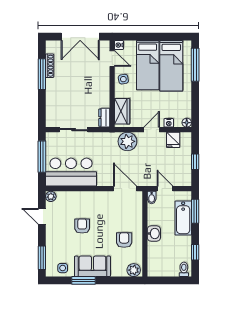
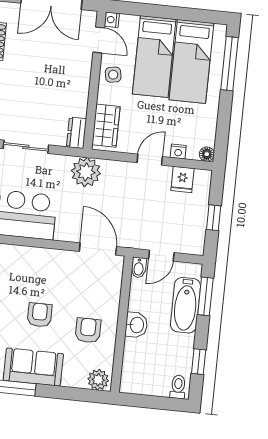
plant: (127, 141) -> (86, 172), moved
door: (165, 189) -> (161, 256), swing flipped
armchair: (82, 226) -> (40, 315), moved

